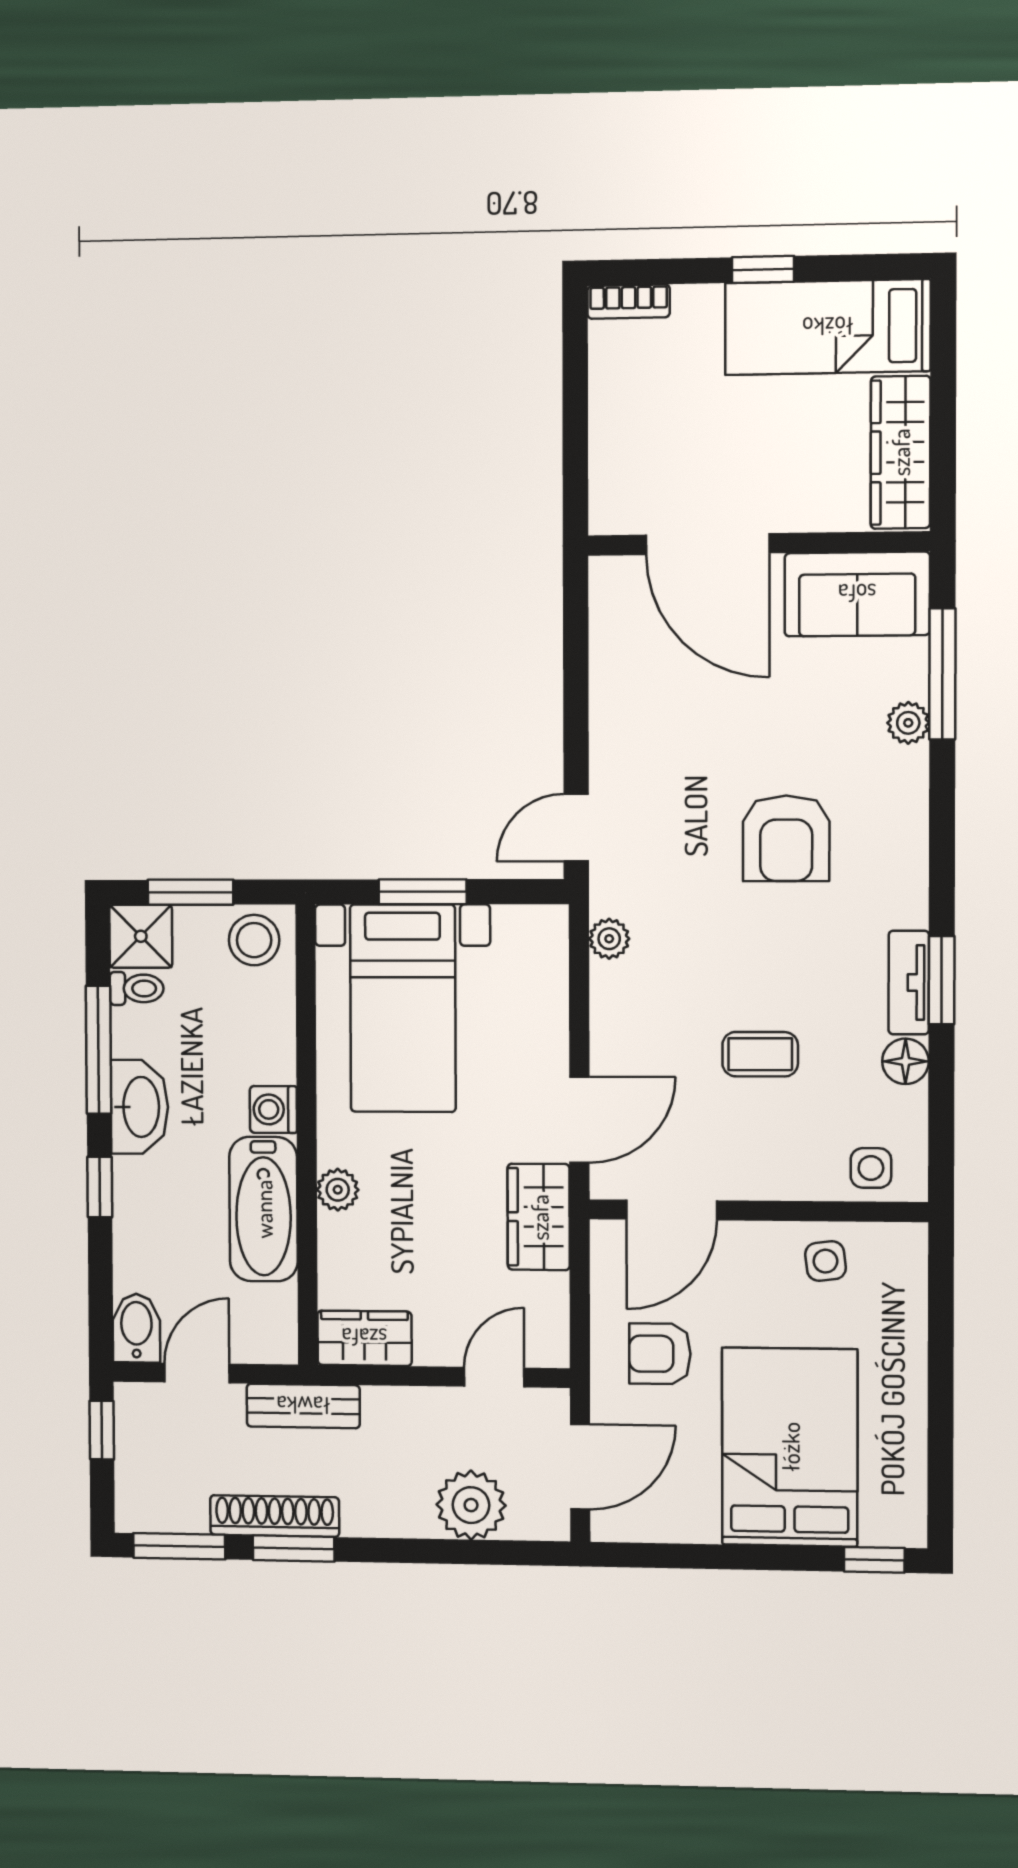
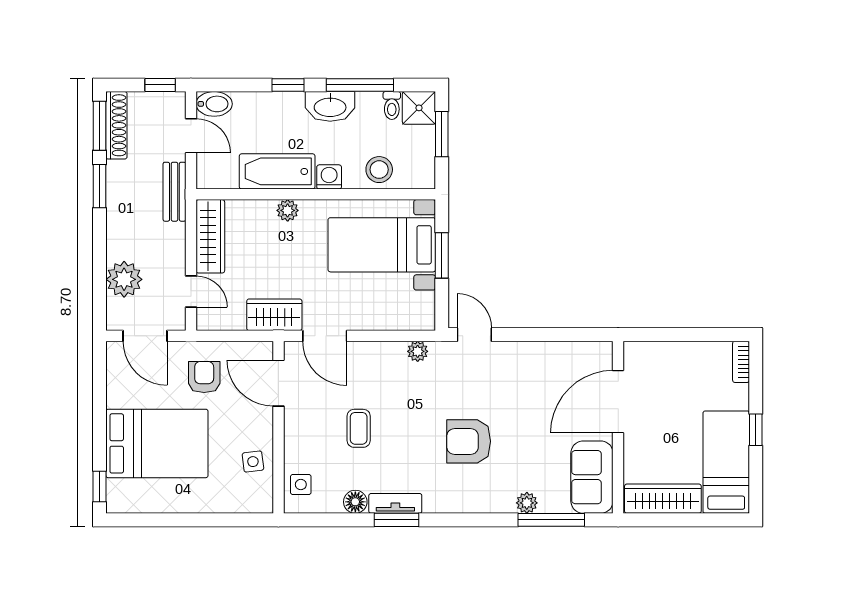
stool: (254, 940) -> (379, 170), moved
wardrobe: (364, 1338) -> (210, 236), width x1.50
shoe rack: (275, 1516) -> (116, 125), moved

